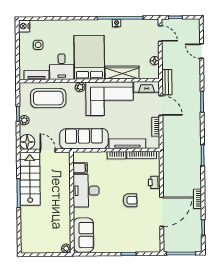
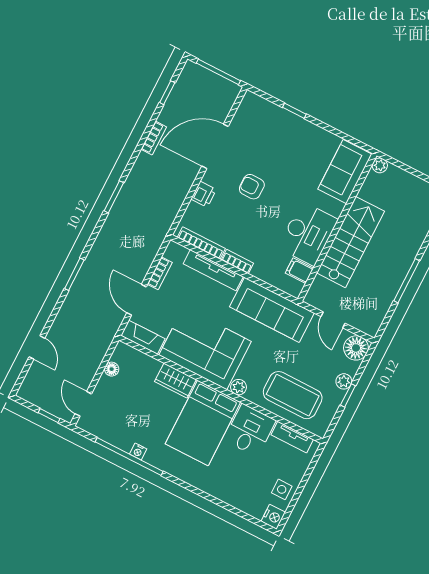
side table: (38, 45) -> (282, 489), moved
wardrobe: (122, 72) -> (175, 381), width x0.67
bench: (167, 82) -> (110, 329), removed
stairs: (30, 179) -> (350, 242), moved, turned 180

